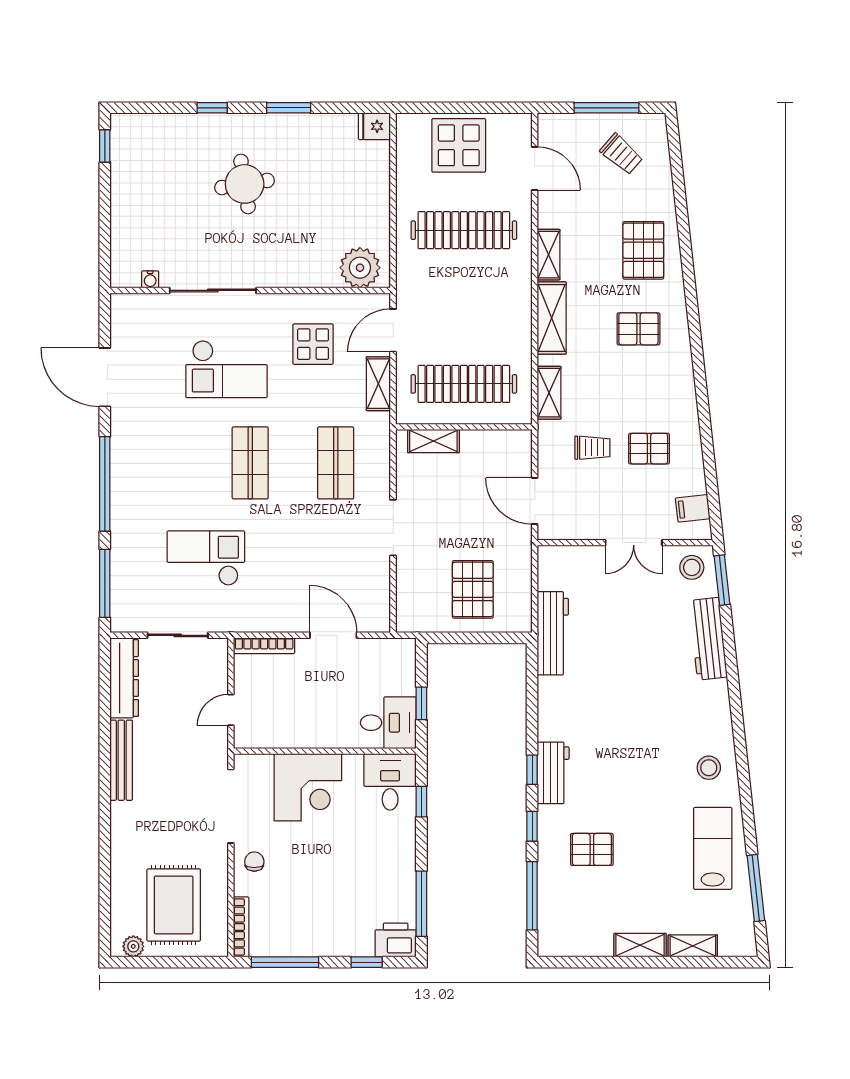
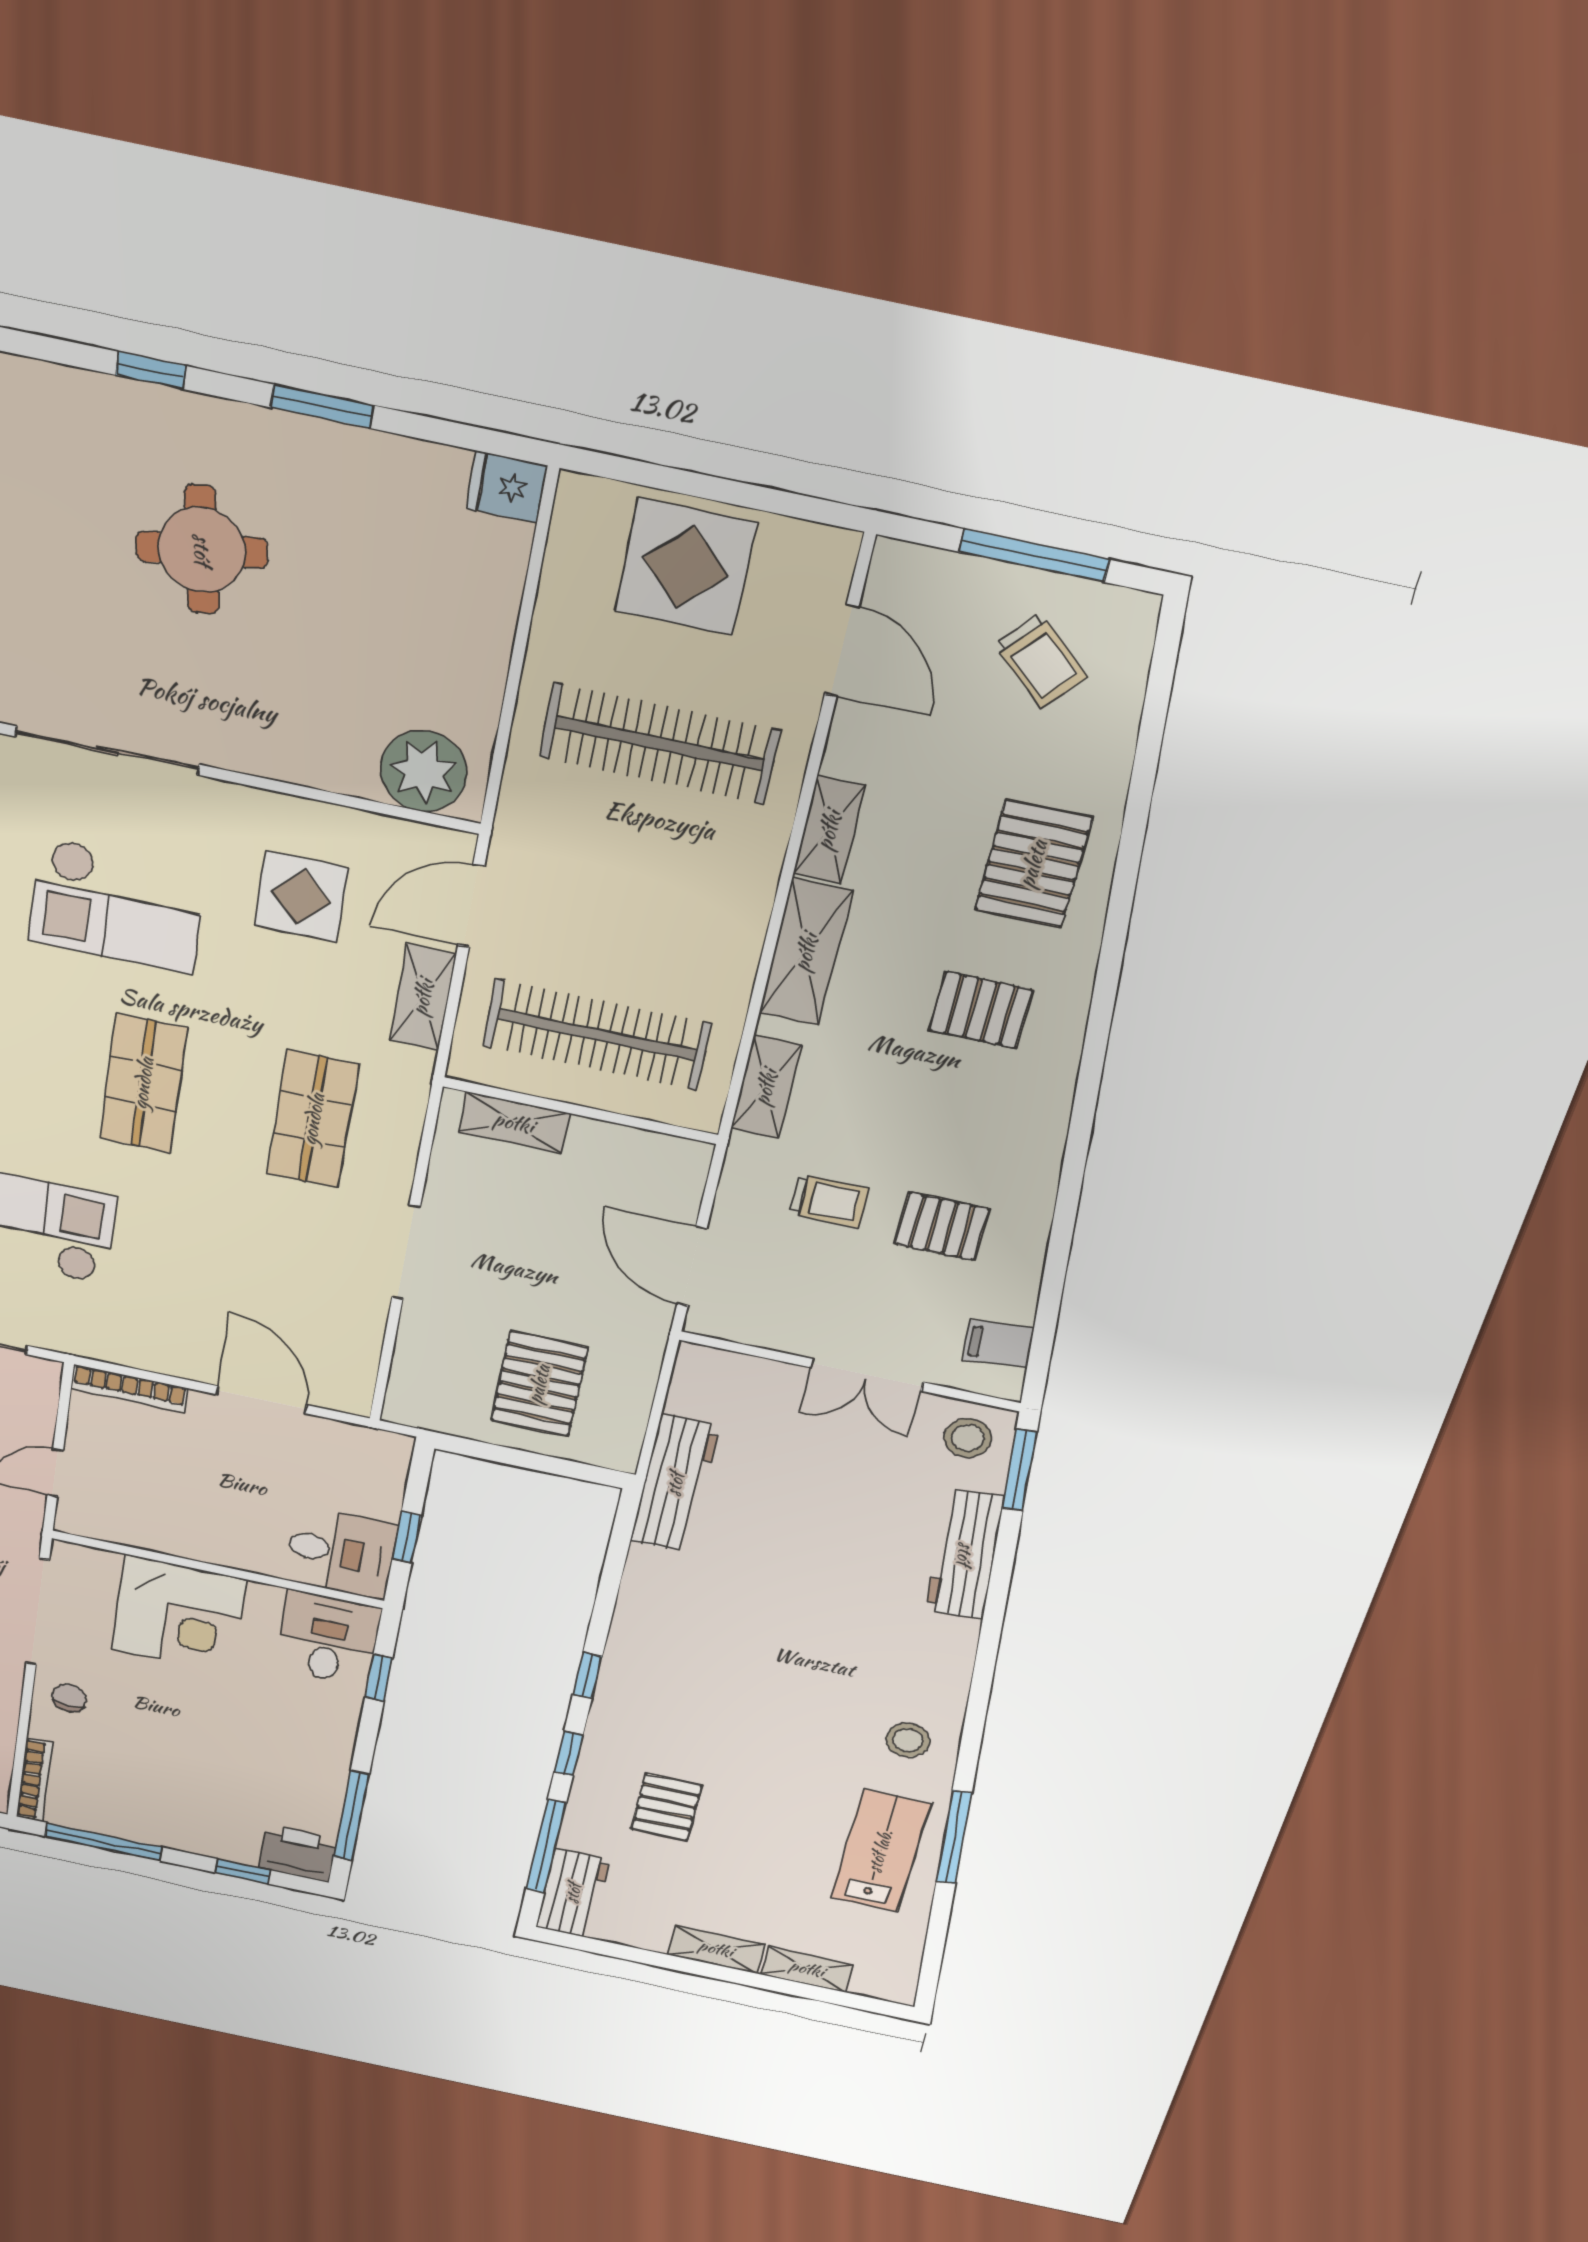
workbench: (553, 773) -> (573, 1893), moved
pallet: (592, 849) -> (667, 1807), turned 90
window: (756, 888) -> (954, 1837), moved

